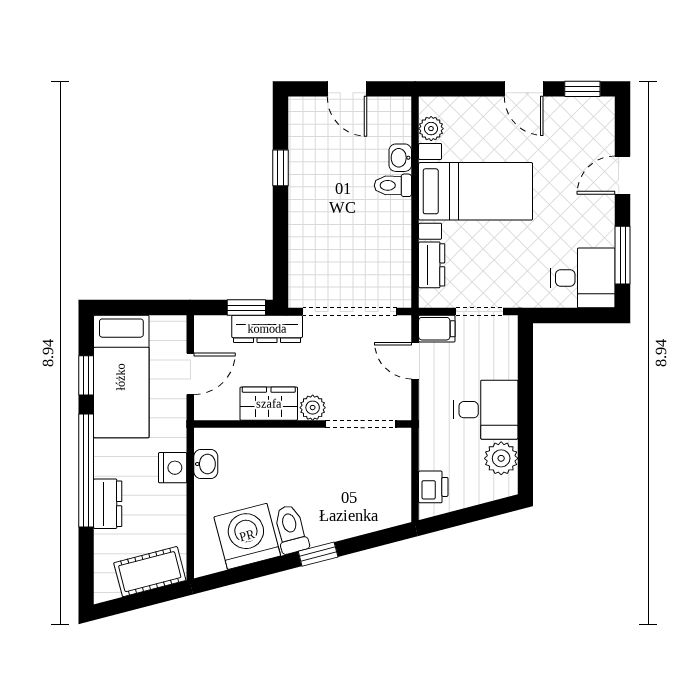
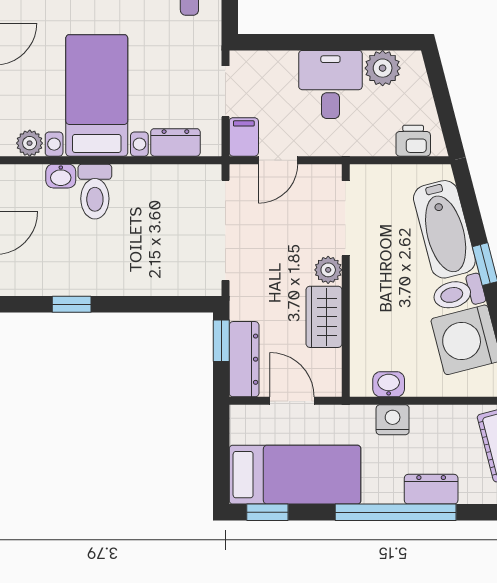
toilet: (393, 185) -> (95, 192), width x1.37, depth x1.39
dresser: (267, 329) -> (244, 359), moved
window: (86, 375) -> (267, 512), moved
bathtub: (351, 516) -> (444, 229), added

